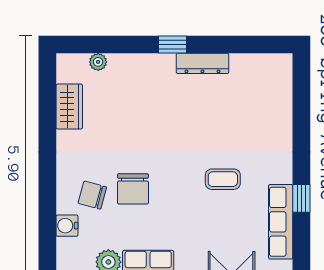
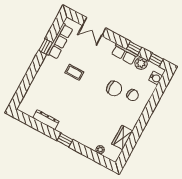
dresser: (202, 63) -> (46, 120), moved
chair: (133, 189) -> (114, 89), turned 90
water cooler: (67, 226) -> (155, 78), moved

